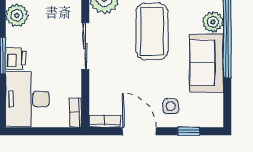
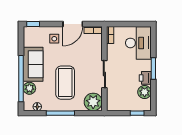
printer: (16, 59) -> (145, 78), moved
door: (139, 131) -> (73, 24), hinge flipped
window: (189, 131) -> (33, 24), moved

